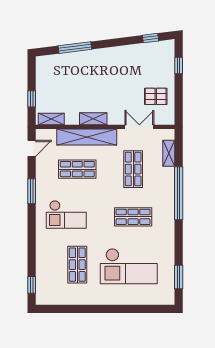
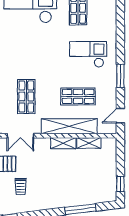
trolley: (139, 72) -> (21, 187), added
window: (32, 99) -> (120, 184), moved
shelving: (51, 119) -> (89, 143), moved
shop shelf: (133, 217) -> (26, 52), removed

